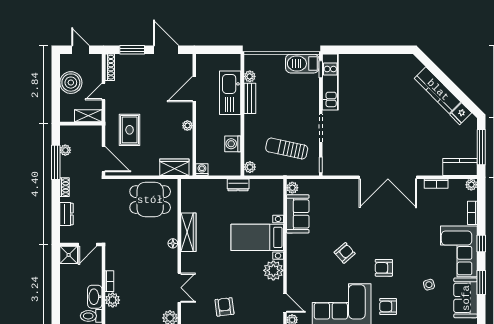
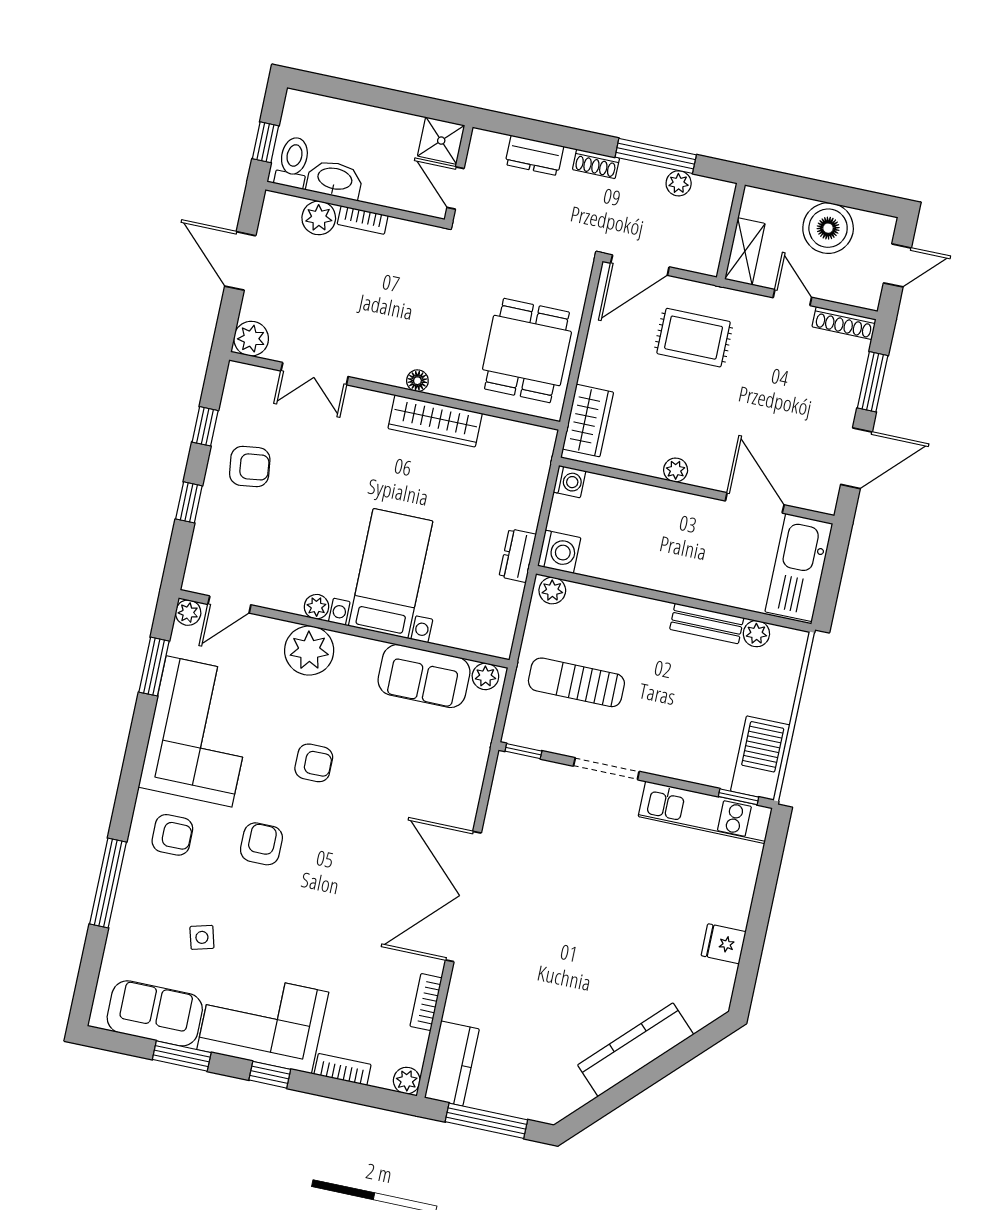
kitchen sink: (230, 93) -> (799, 568), moved, turned -90
fridge: (461, 114) -> (724, 944), moved, turned -45
washing machine: (233, 144) -> (559, 552), moved, turned 90
sun lounger: (287, 149) -> (576, 682), turned -102
armchair: (345, 253) -> (314, 763), turned -49
plant: (297, 265) -> (309, 650), added
plant: (273, 270) -> (316, 607), width x0.53, depth x0.53
armchair: (388, 306) -> (172, 835), turned 90

